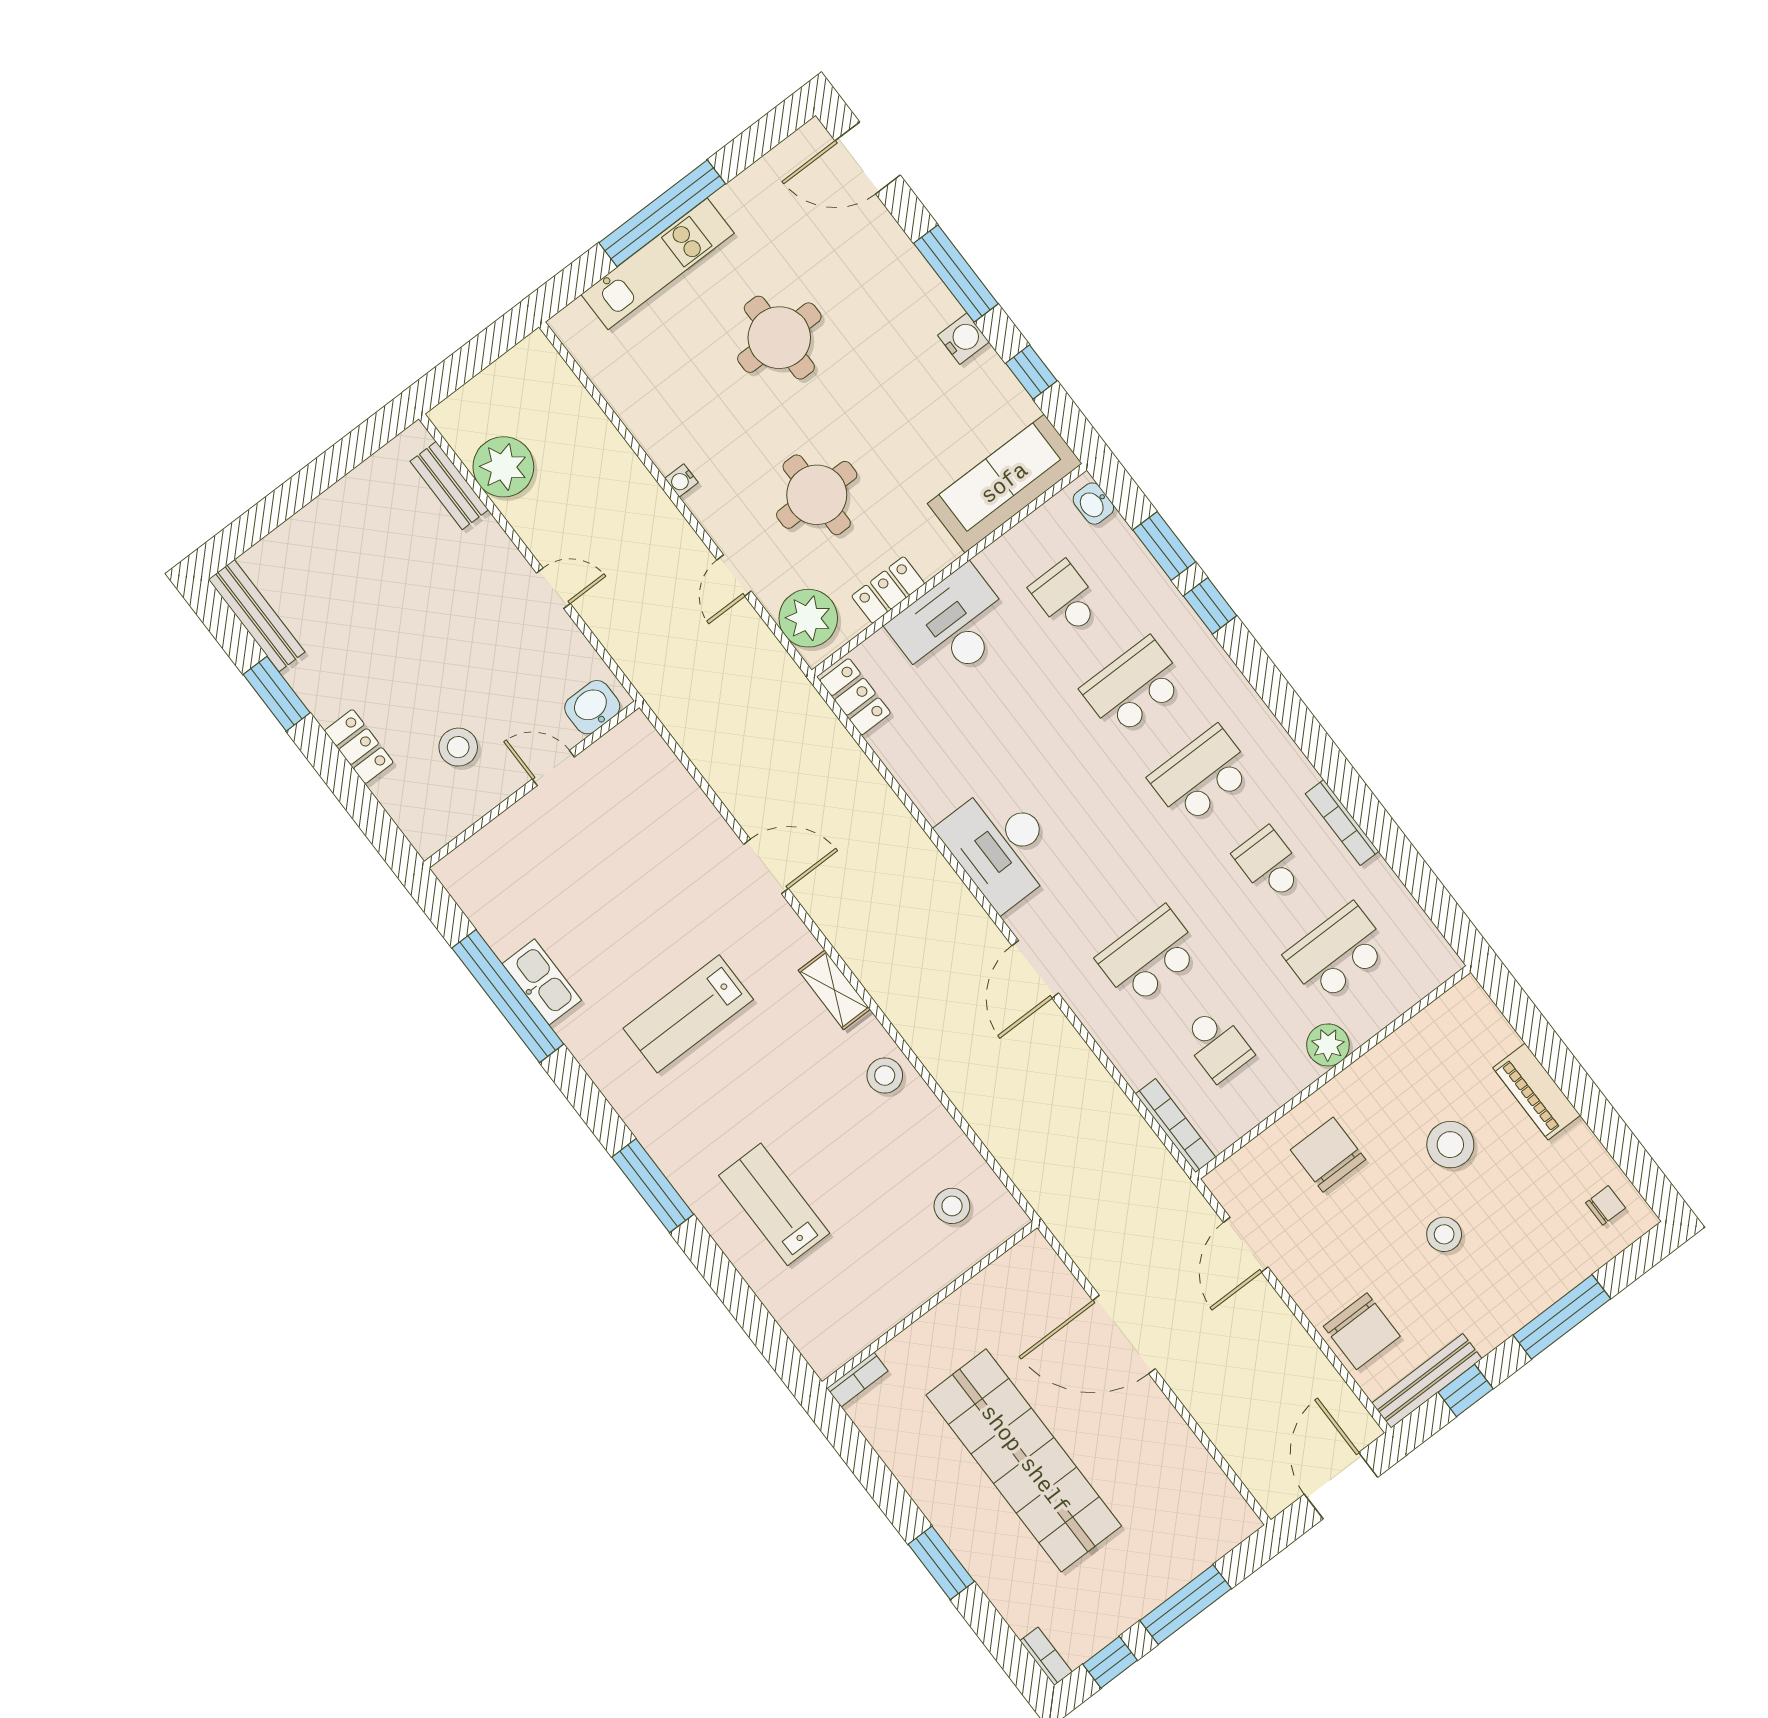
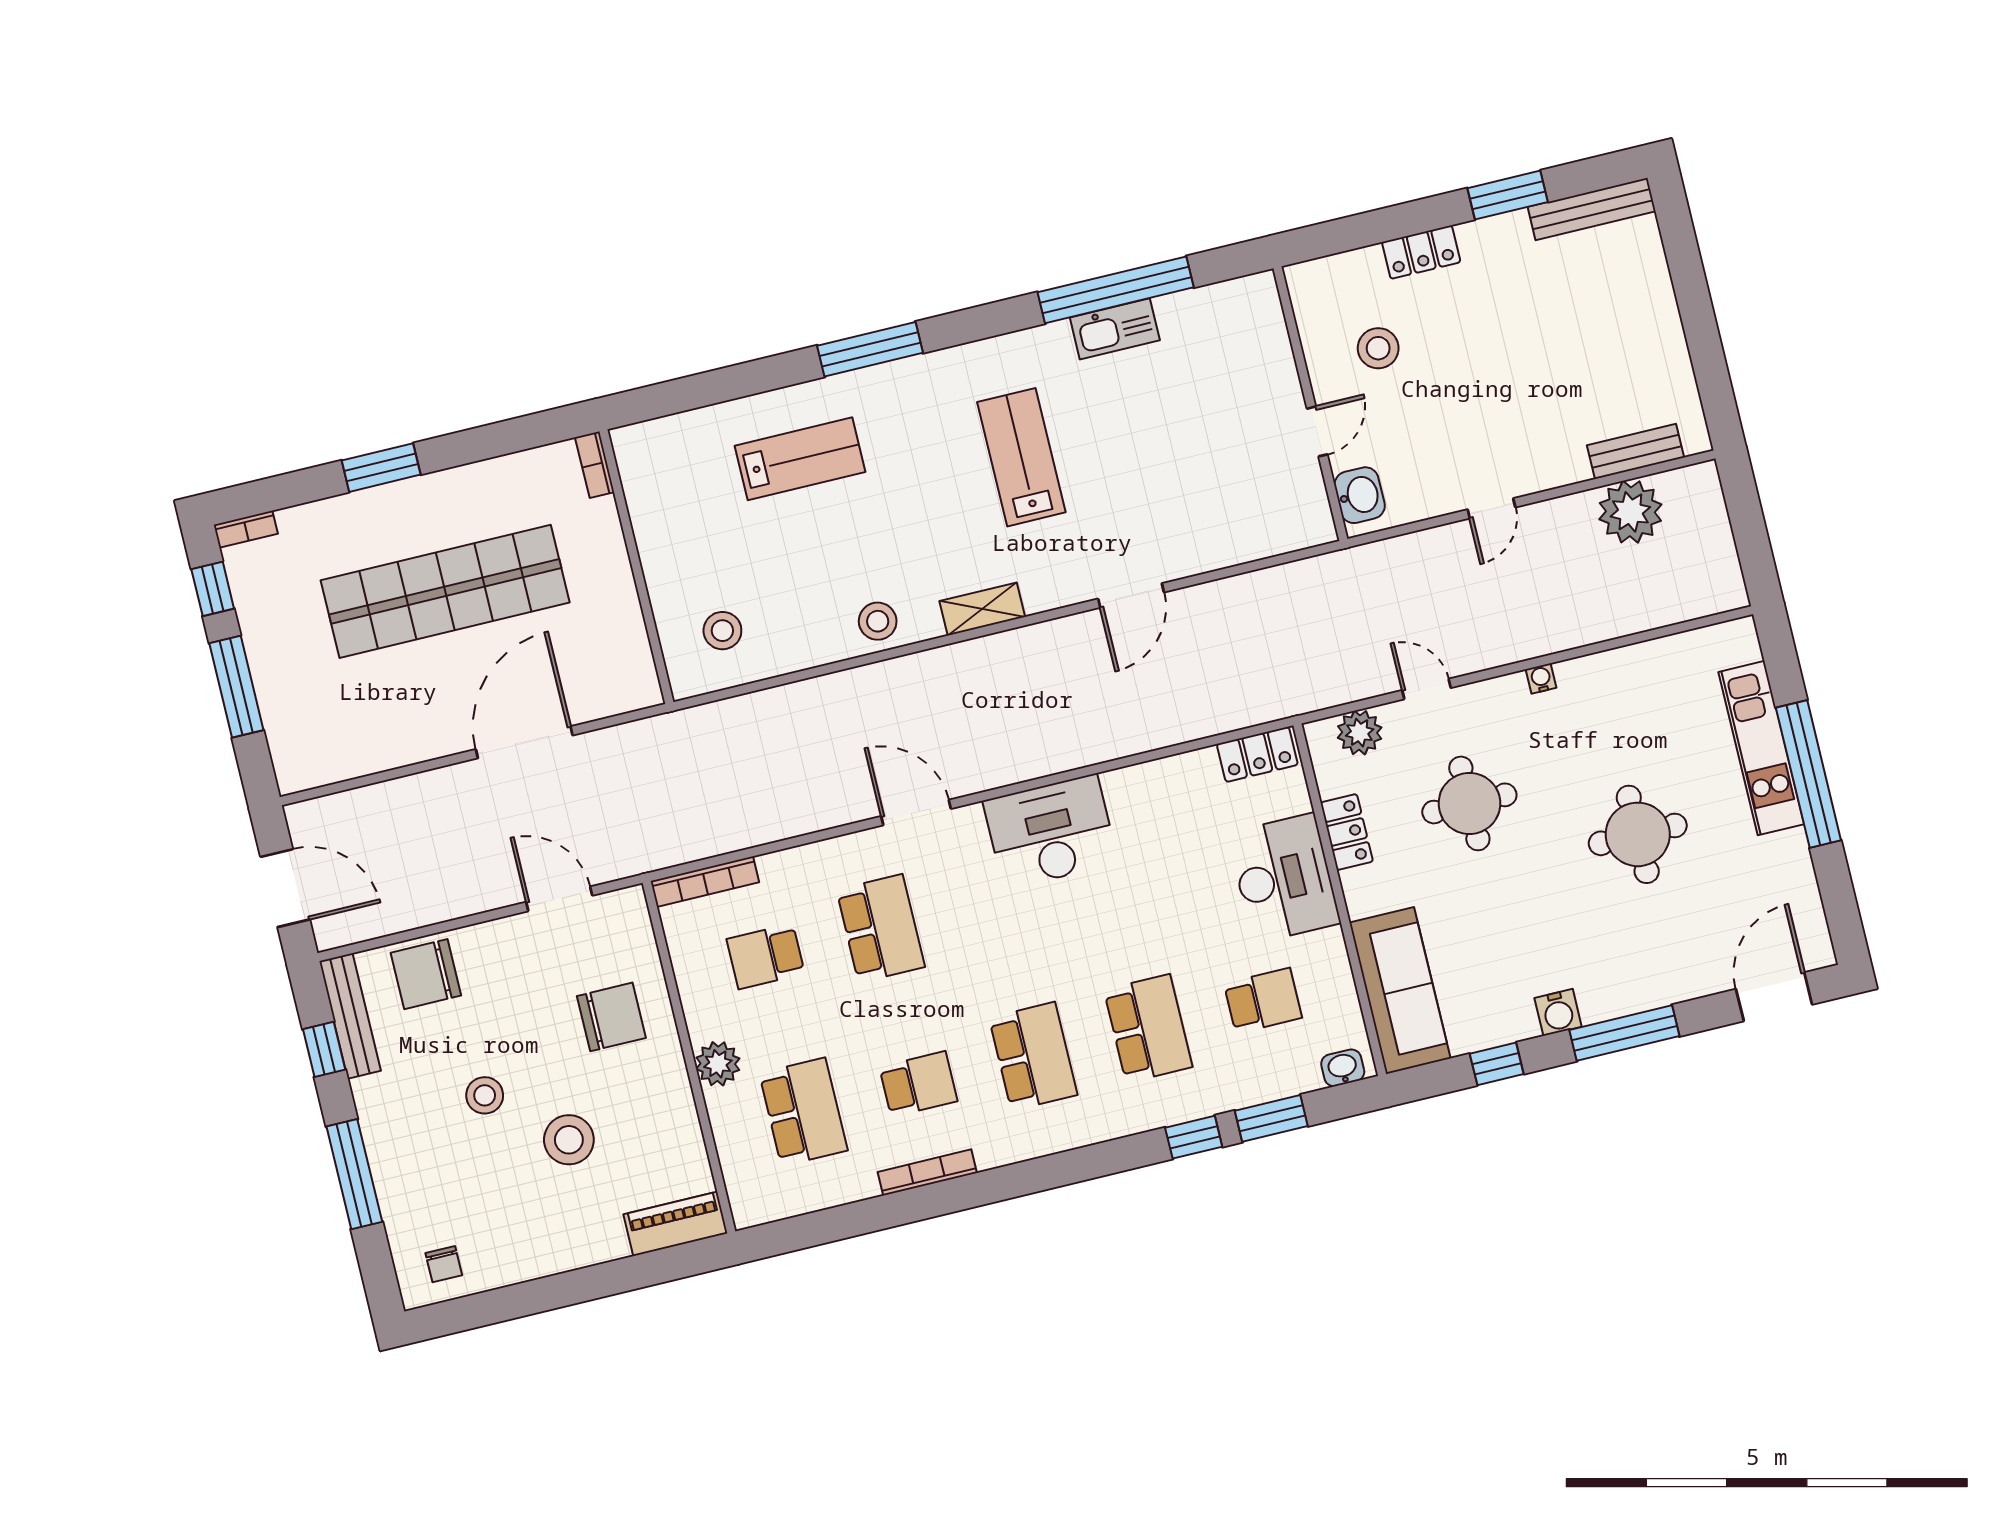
plant: (808, 618) -> (1360, 733), width x0.73, depth x0.73
piano: (1537, 1091) -> (675, 1224), moved

